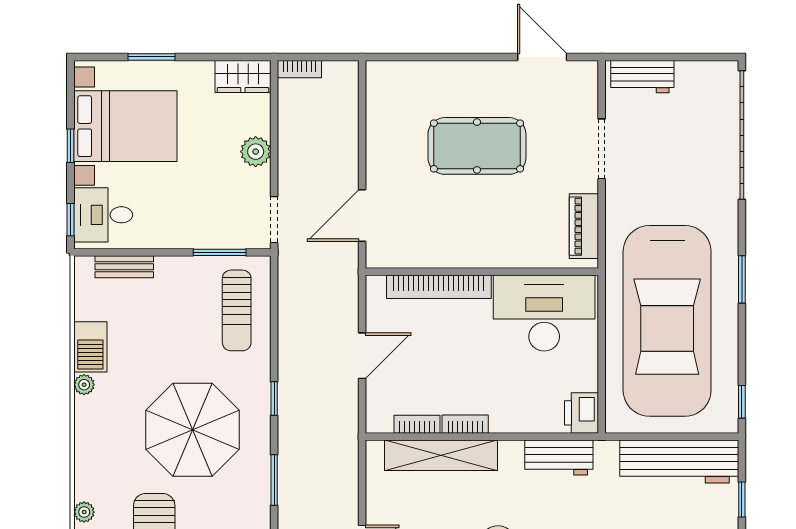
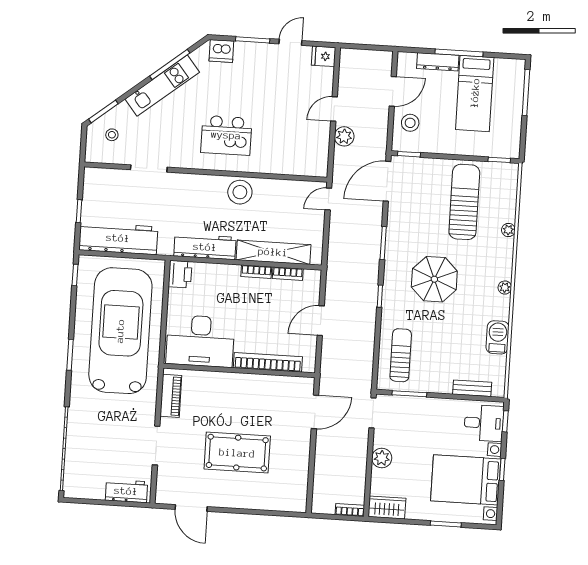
plant: (84, 385) -> (505, 288), moved
parasol: (192, 430) -> (434, 279), width x0.73, depth x0.73
workbench: (559, 457) -> (205, 247), width x1.38

